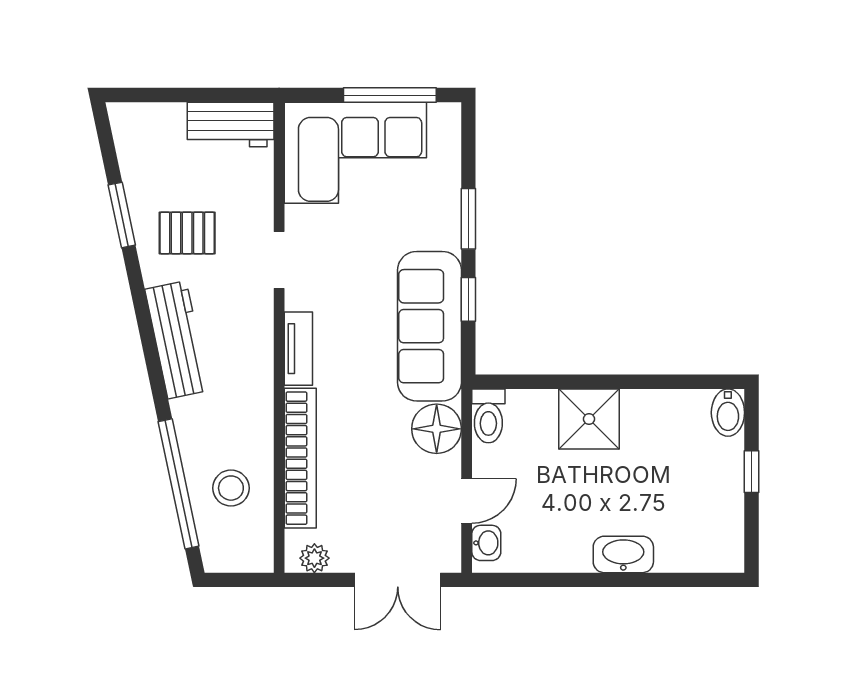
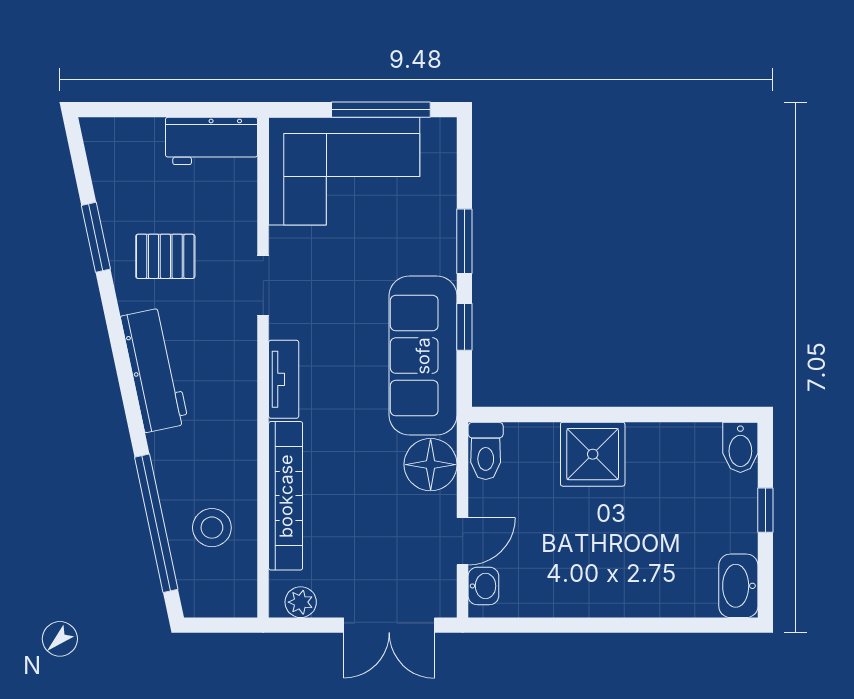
washbasin: (623, 554) -> (738, 586), moved, turned -90

